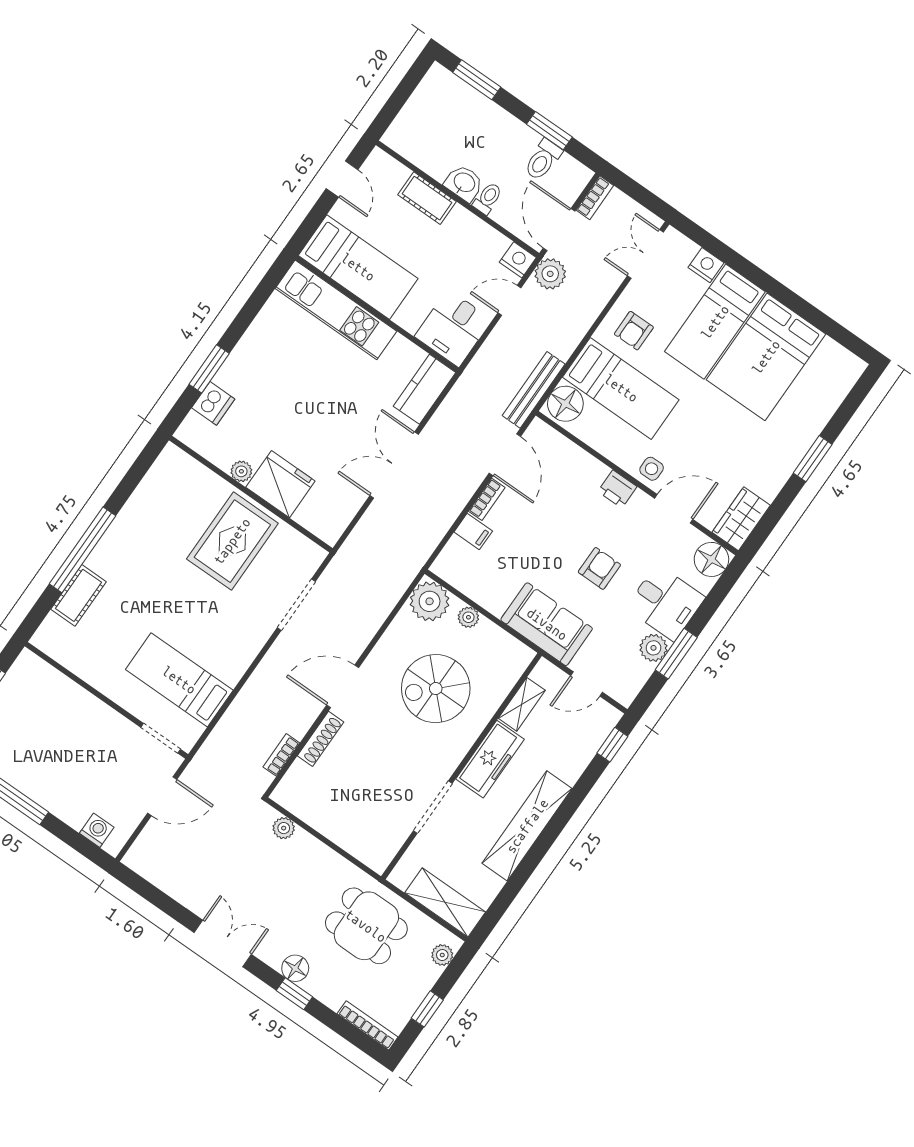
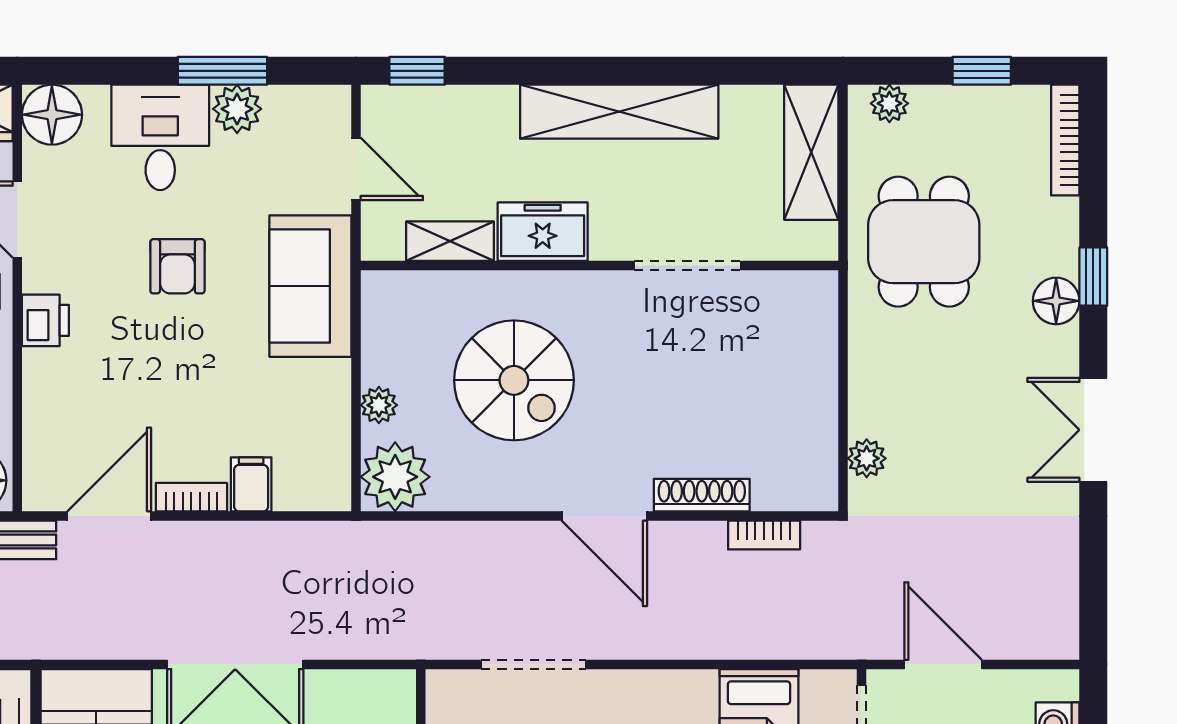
armchair: (599, 568) -> (177, 266), turned -90
freezer: (490, 759) -> (543, 232), width x0.71

